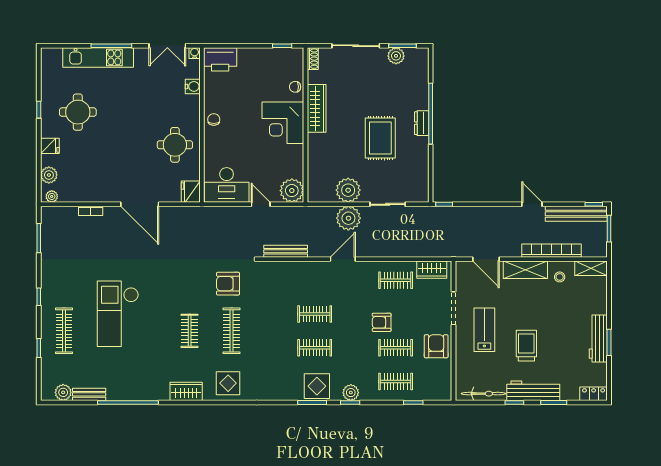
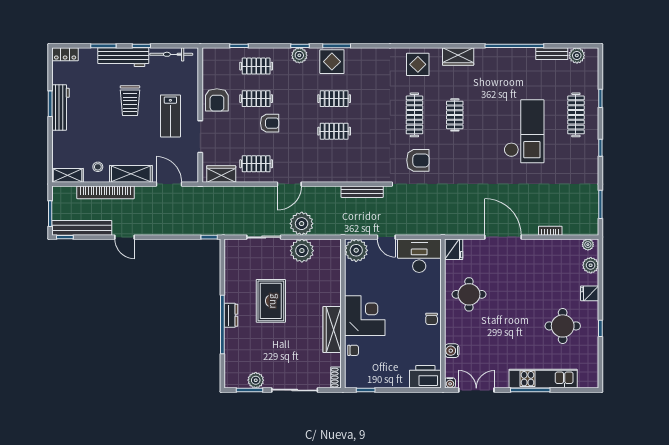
door: (343, 259) -> (289, 184), moved

